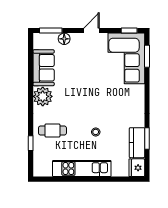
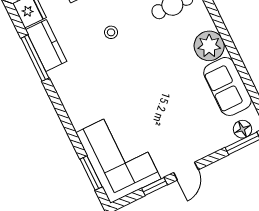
window: (129, 30) -> (155, 186), moved
floor lamp: (64, 39) -> (243, 129), moved
window: (147, 139) -> (35, 58), width x1.44

